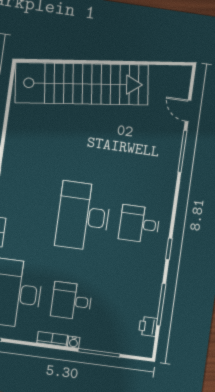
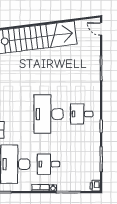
door: (188, 111) -> (101, 29), moved
printer: (148, 326) -> (95, 186), moved

